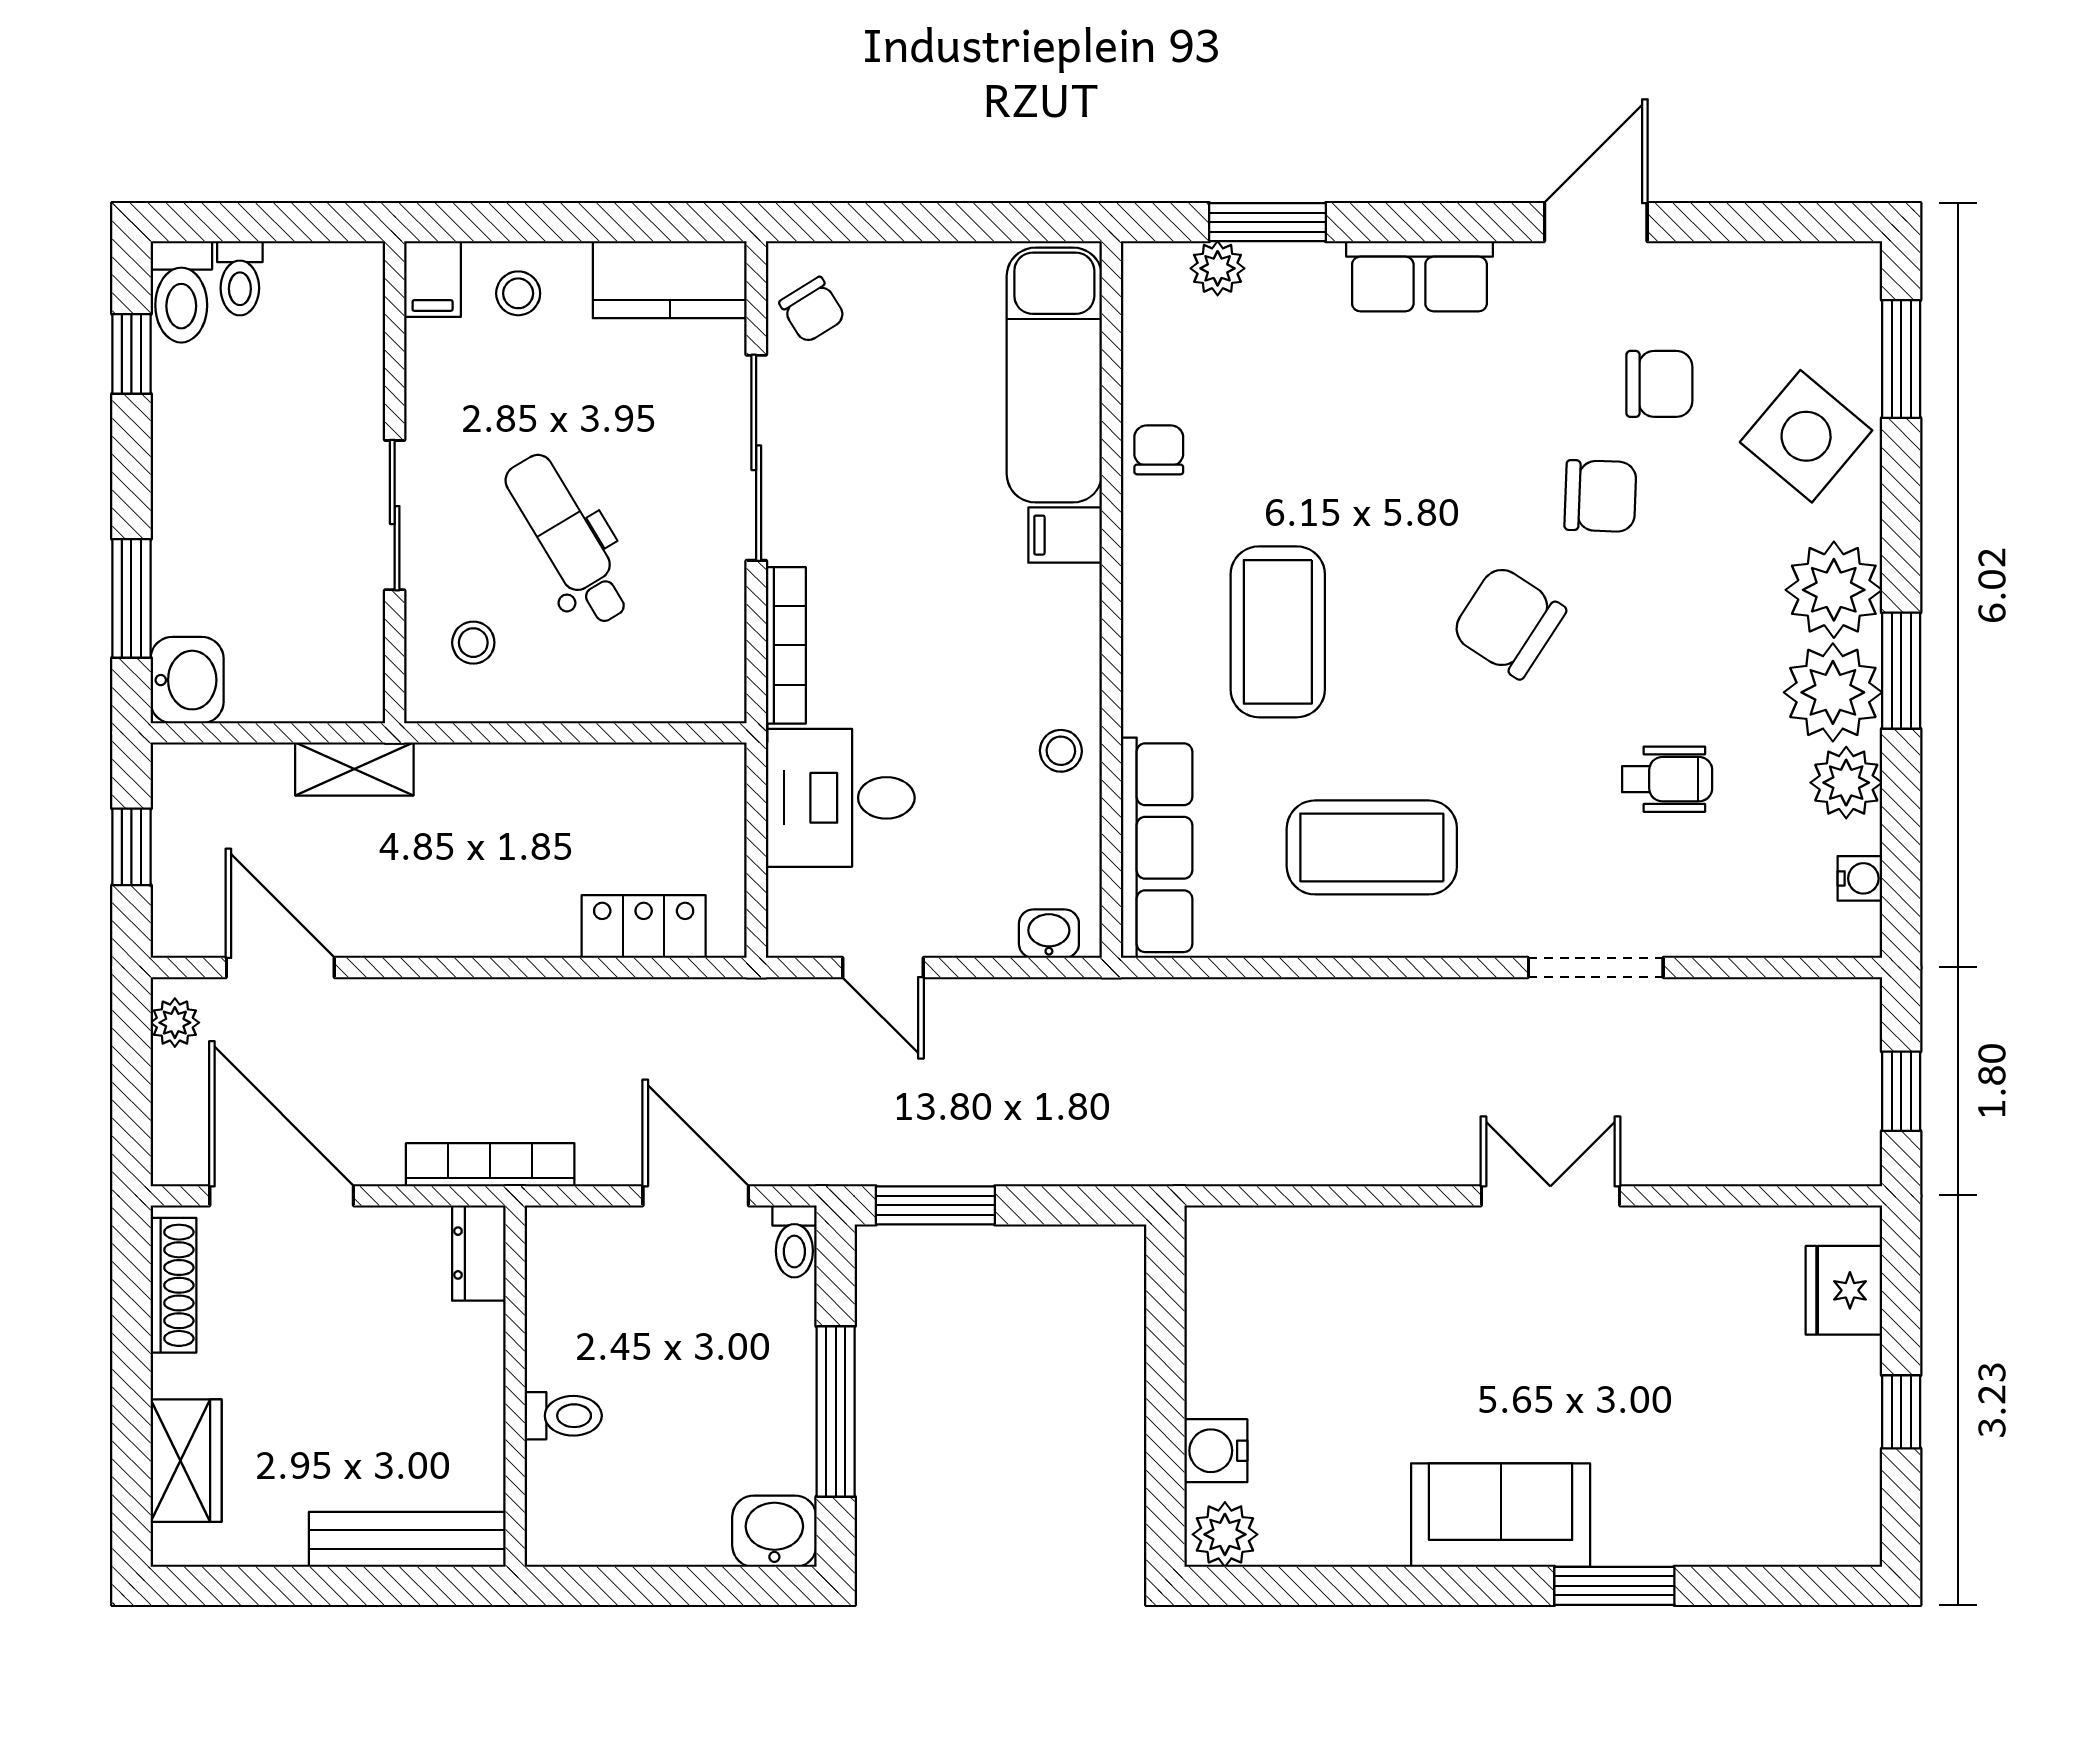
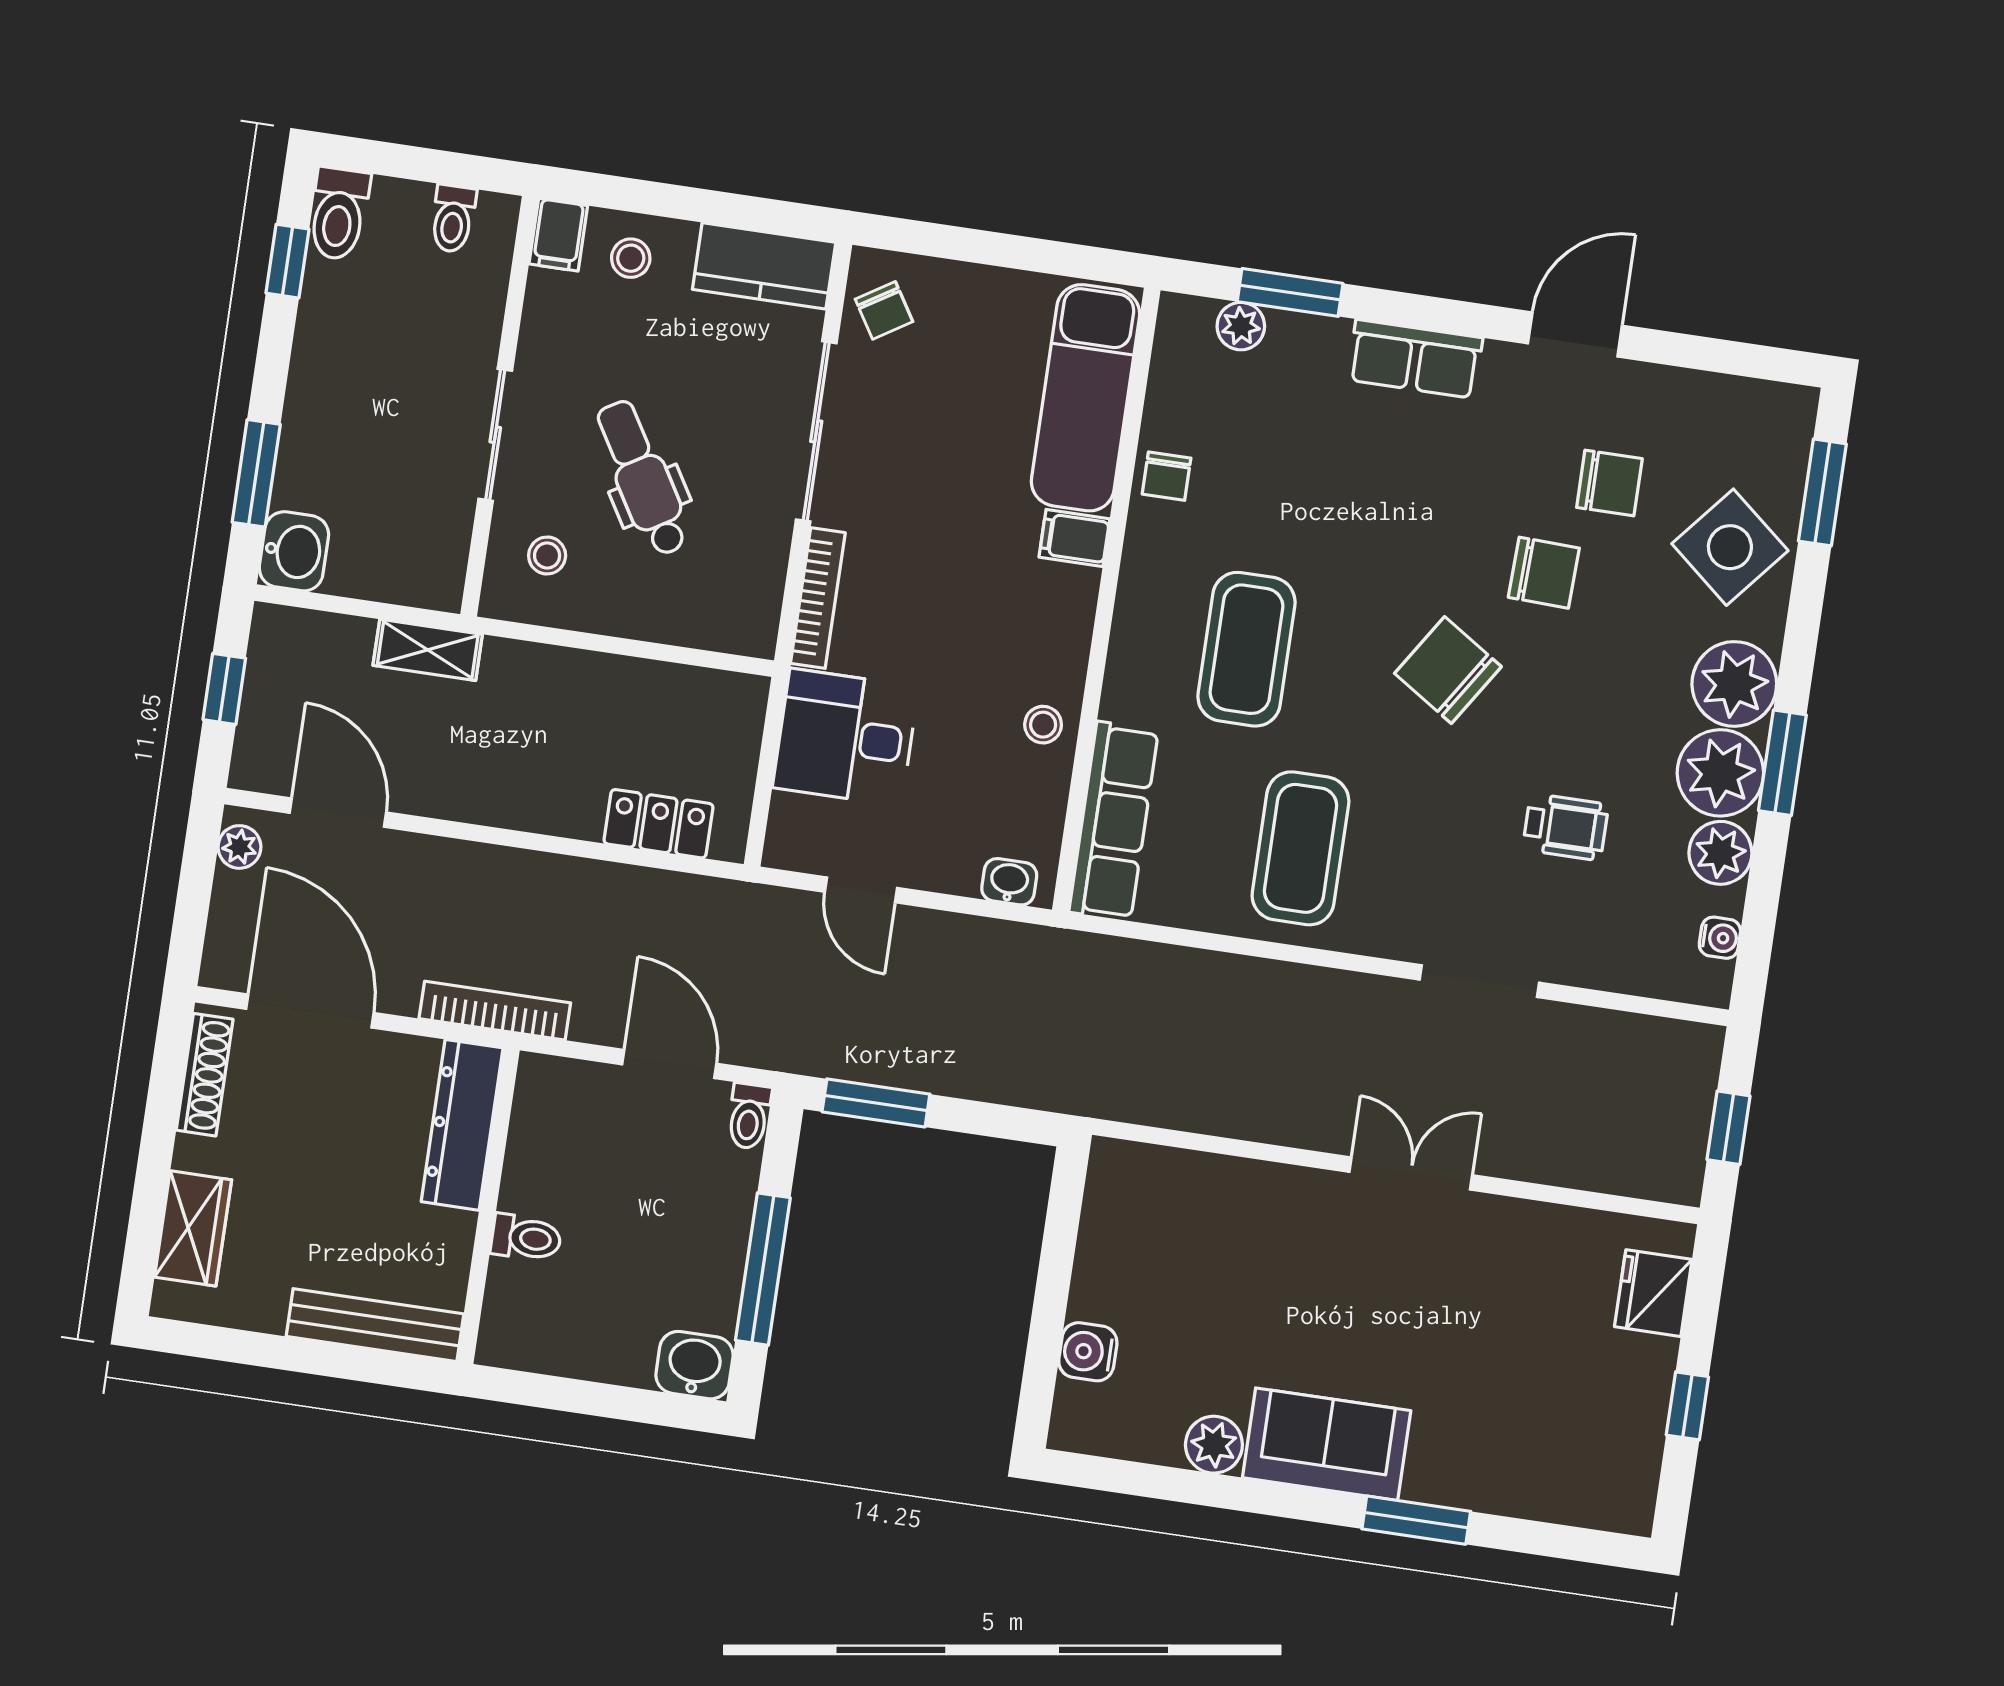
toilet: (240, 278) -> (453, 219), moved
chair: (1159, 450) -> (1167, 476), turned 180
coffee table: (1372, 847) -> (1300, 848), turned 90
dresser: (479, 1253) -> (462, 1125), width x1.96, depth x1.24
plant: (1225, 1534) -> (1214, 1445), moved

